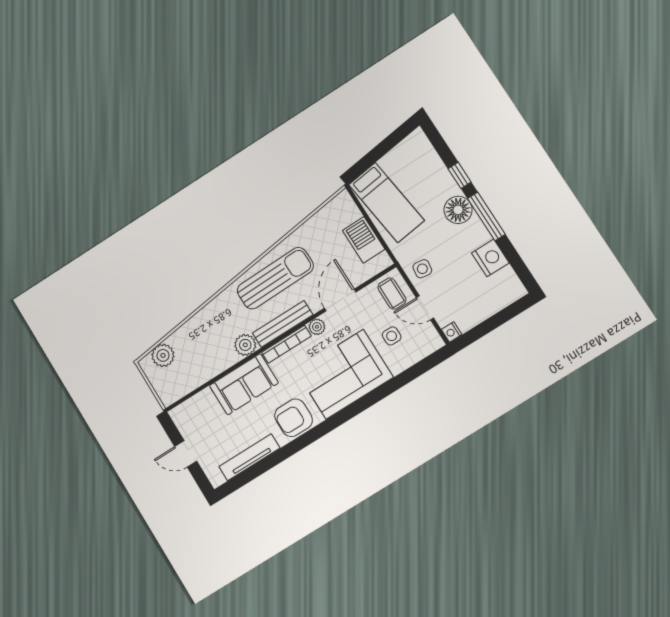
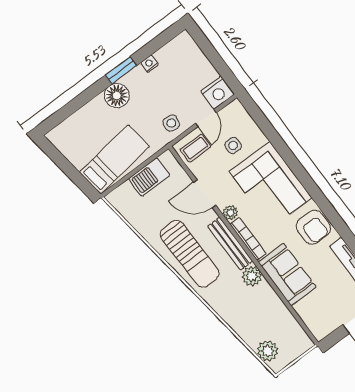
window: (460, 175) -> (86, 97), removed
window: (486, 216) -> (121, 70), width x0.69
nightstand: (490, 258) -> (149, 64), width x0.53, depth x0.56
sun lounger: (275, 278) -> (190, 254), turned 180
nightstand: (452, 332) -> (218, 93), width x1.89, depth x1.79

